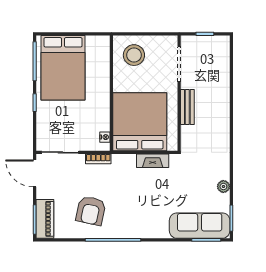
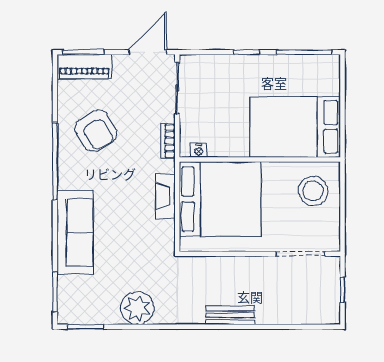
bed: (63, 68) -> (295, 127), moved
bench: (187, 107) -> (230, 315), moved
fireplace: (153, 161) -> (166, 196), moved
plant: (223, 186) -> (137, 308), width x1.88, depth x1.88
armchair: (91, 211) -> (96, 131), turned -133
sofa: (200, 226) -> (75, 232), moved

